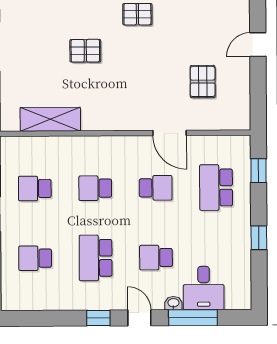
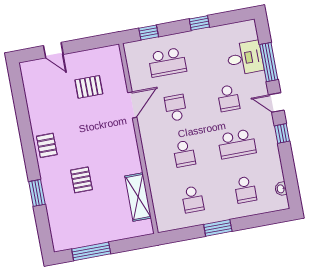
washbasin: (173, 303) -> (281, 189), moved
door: (139, 318) -> (276, 103), hinge flipped

